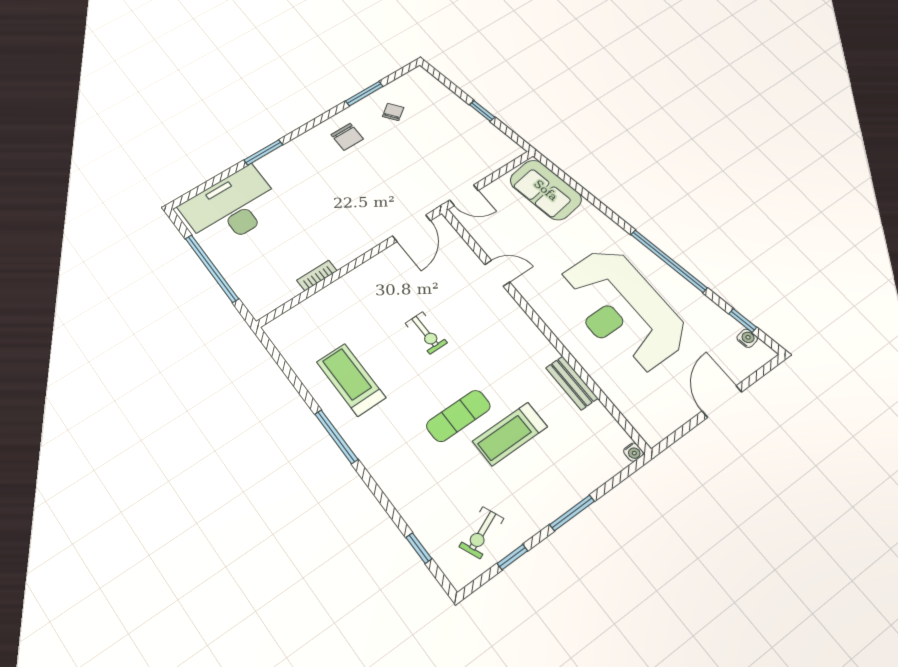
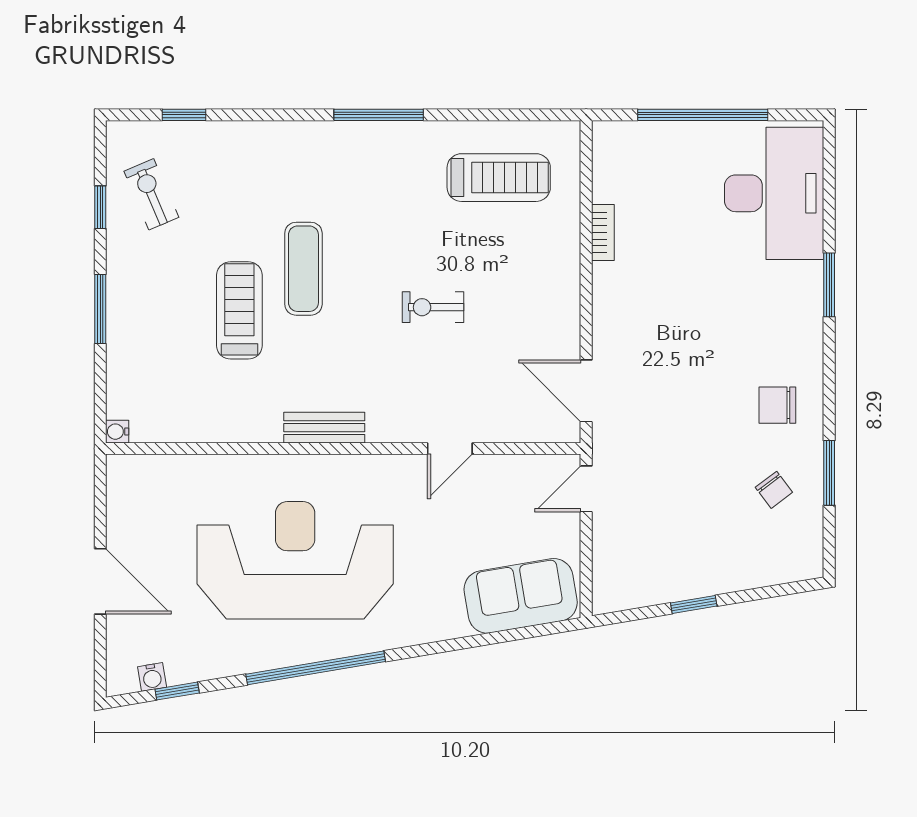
treadmill: (351, 380) -> (499, 178), moved
bench: (572, 383) -> (324, 428), moved

